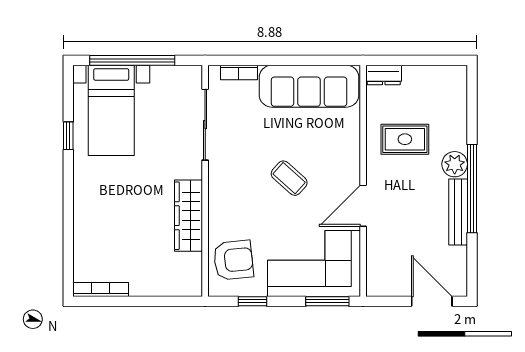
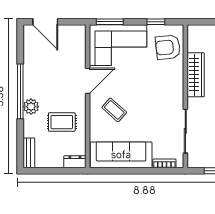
coffee table: (289, 178) -> (114, 110), moved
bench: (458, 212) -> (29, 153), moved, width x0.73

